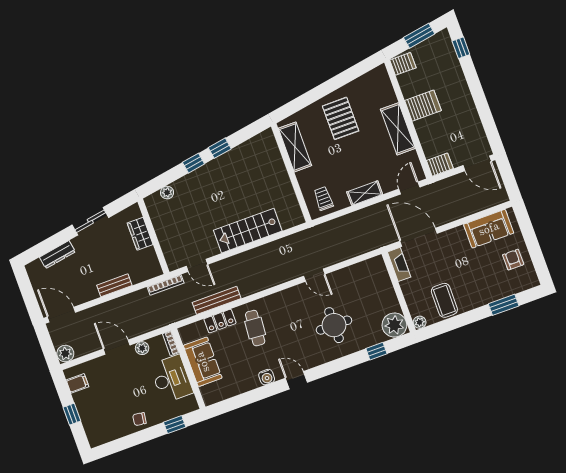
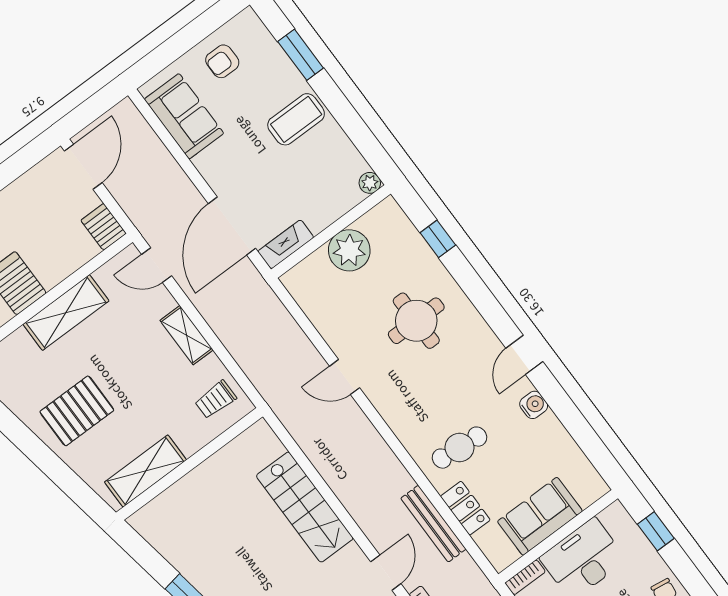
door: (314, 275) -> (345, 377), swing flipped
coffee table: (444, 300) -> (296, 119), moved
plant: (394, 325) -> (349, 250), moved

